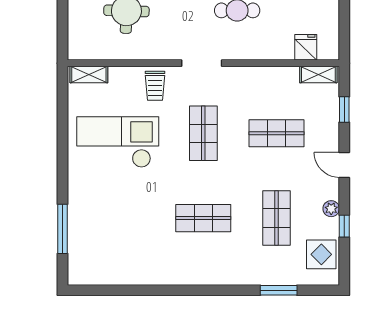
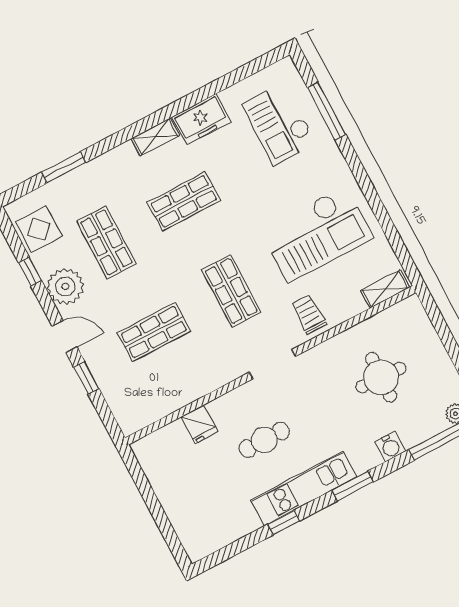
fridge: (306, 47) -> (200, 424), moved
shelving: (318, 74) -> (155, 137), moved
window: (344, 109) -> (86, 378), moved
plant: (331, 209) -> (65, 286), width x1.87, depth x1.87
checkout: (103, 238) -> (279, 124), added
freezer: (158, 272) -> (201, 119), added

